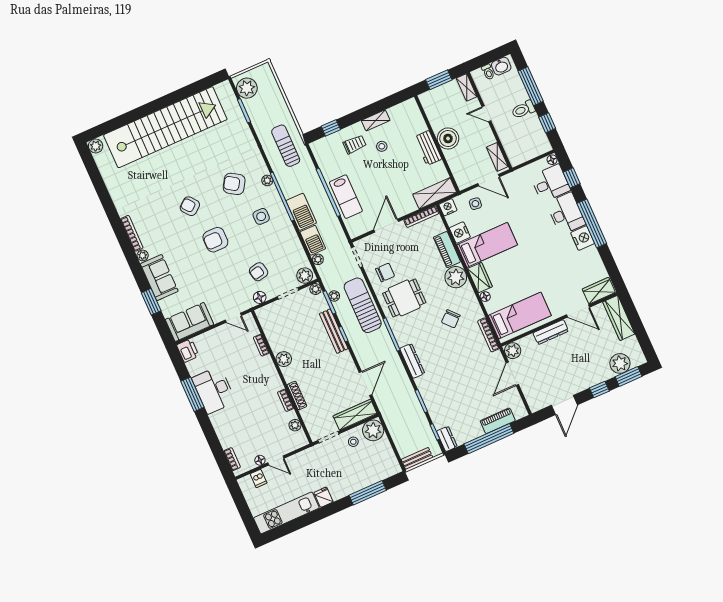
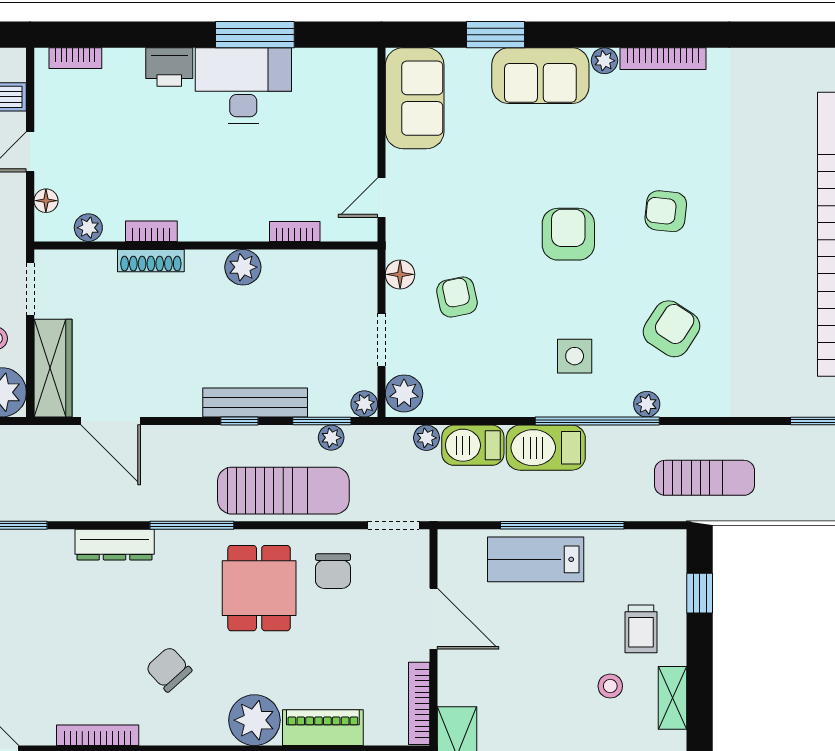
armchair: (190, 206) -> (666, 211), turned -135
printer: (188, 351) -> (169, 67), moved
floor lamp: (260, 460) -> (46, 201), moved

